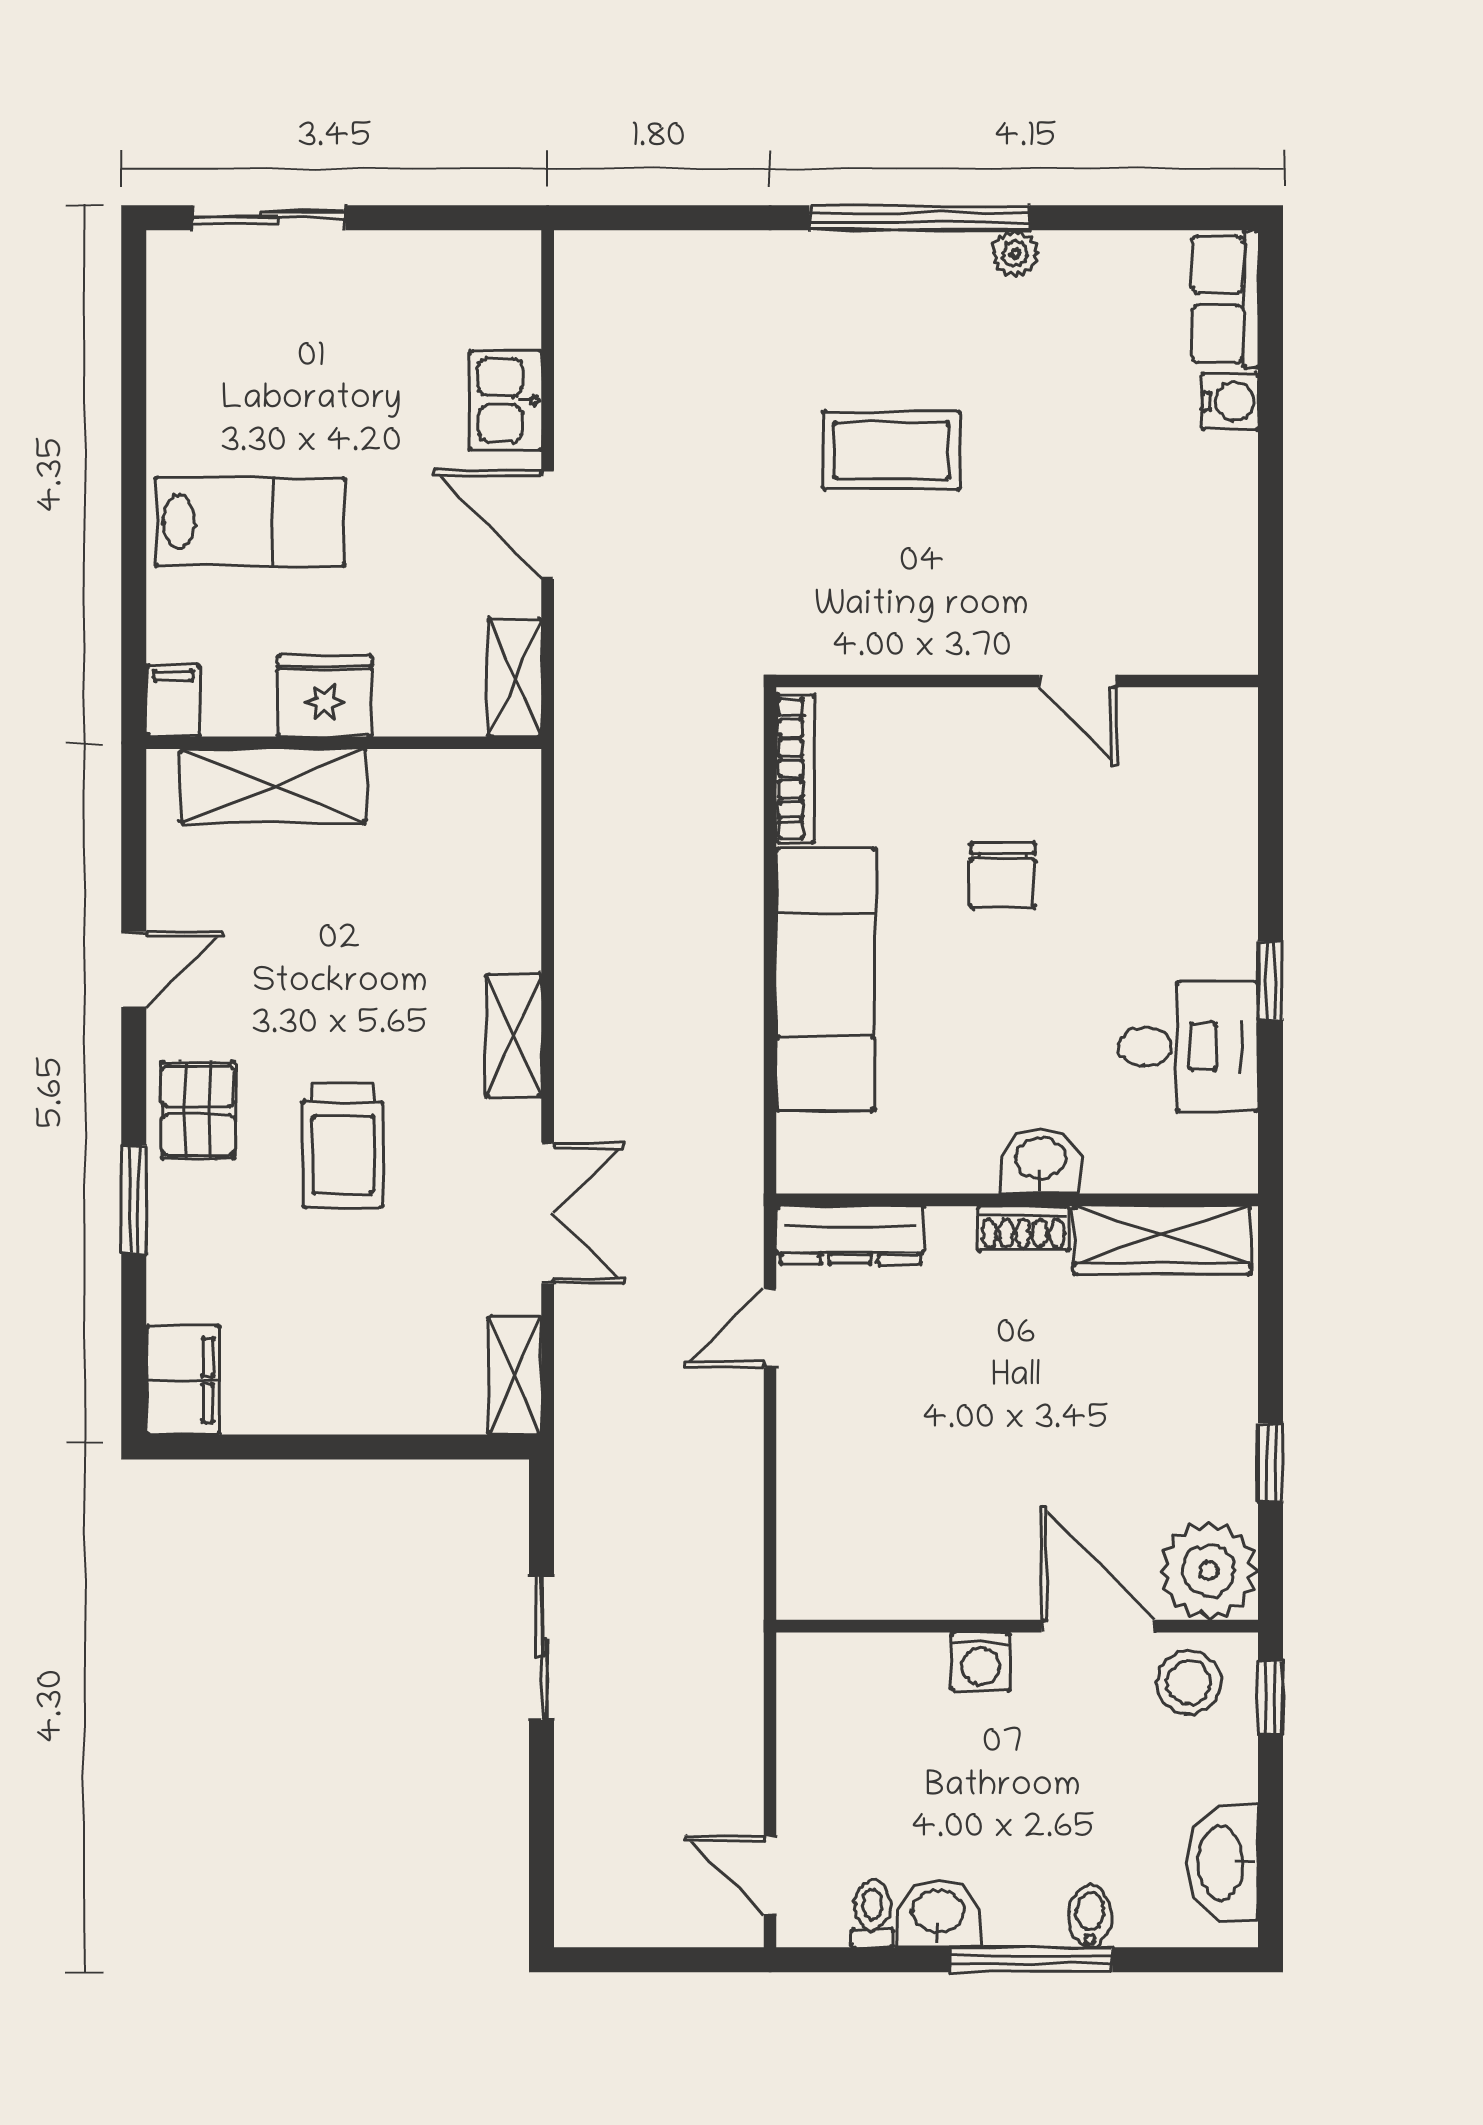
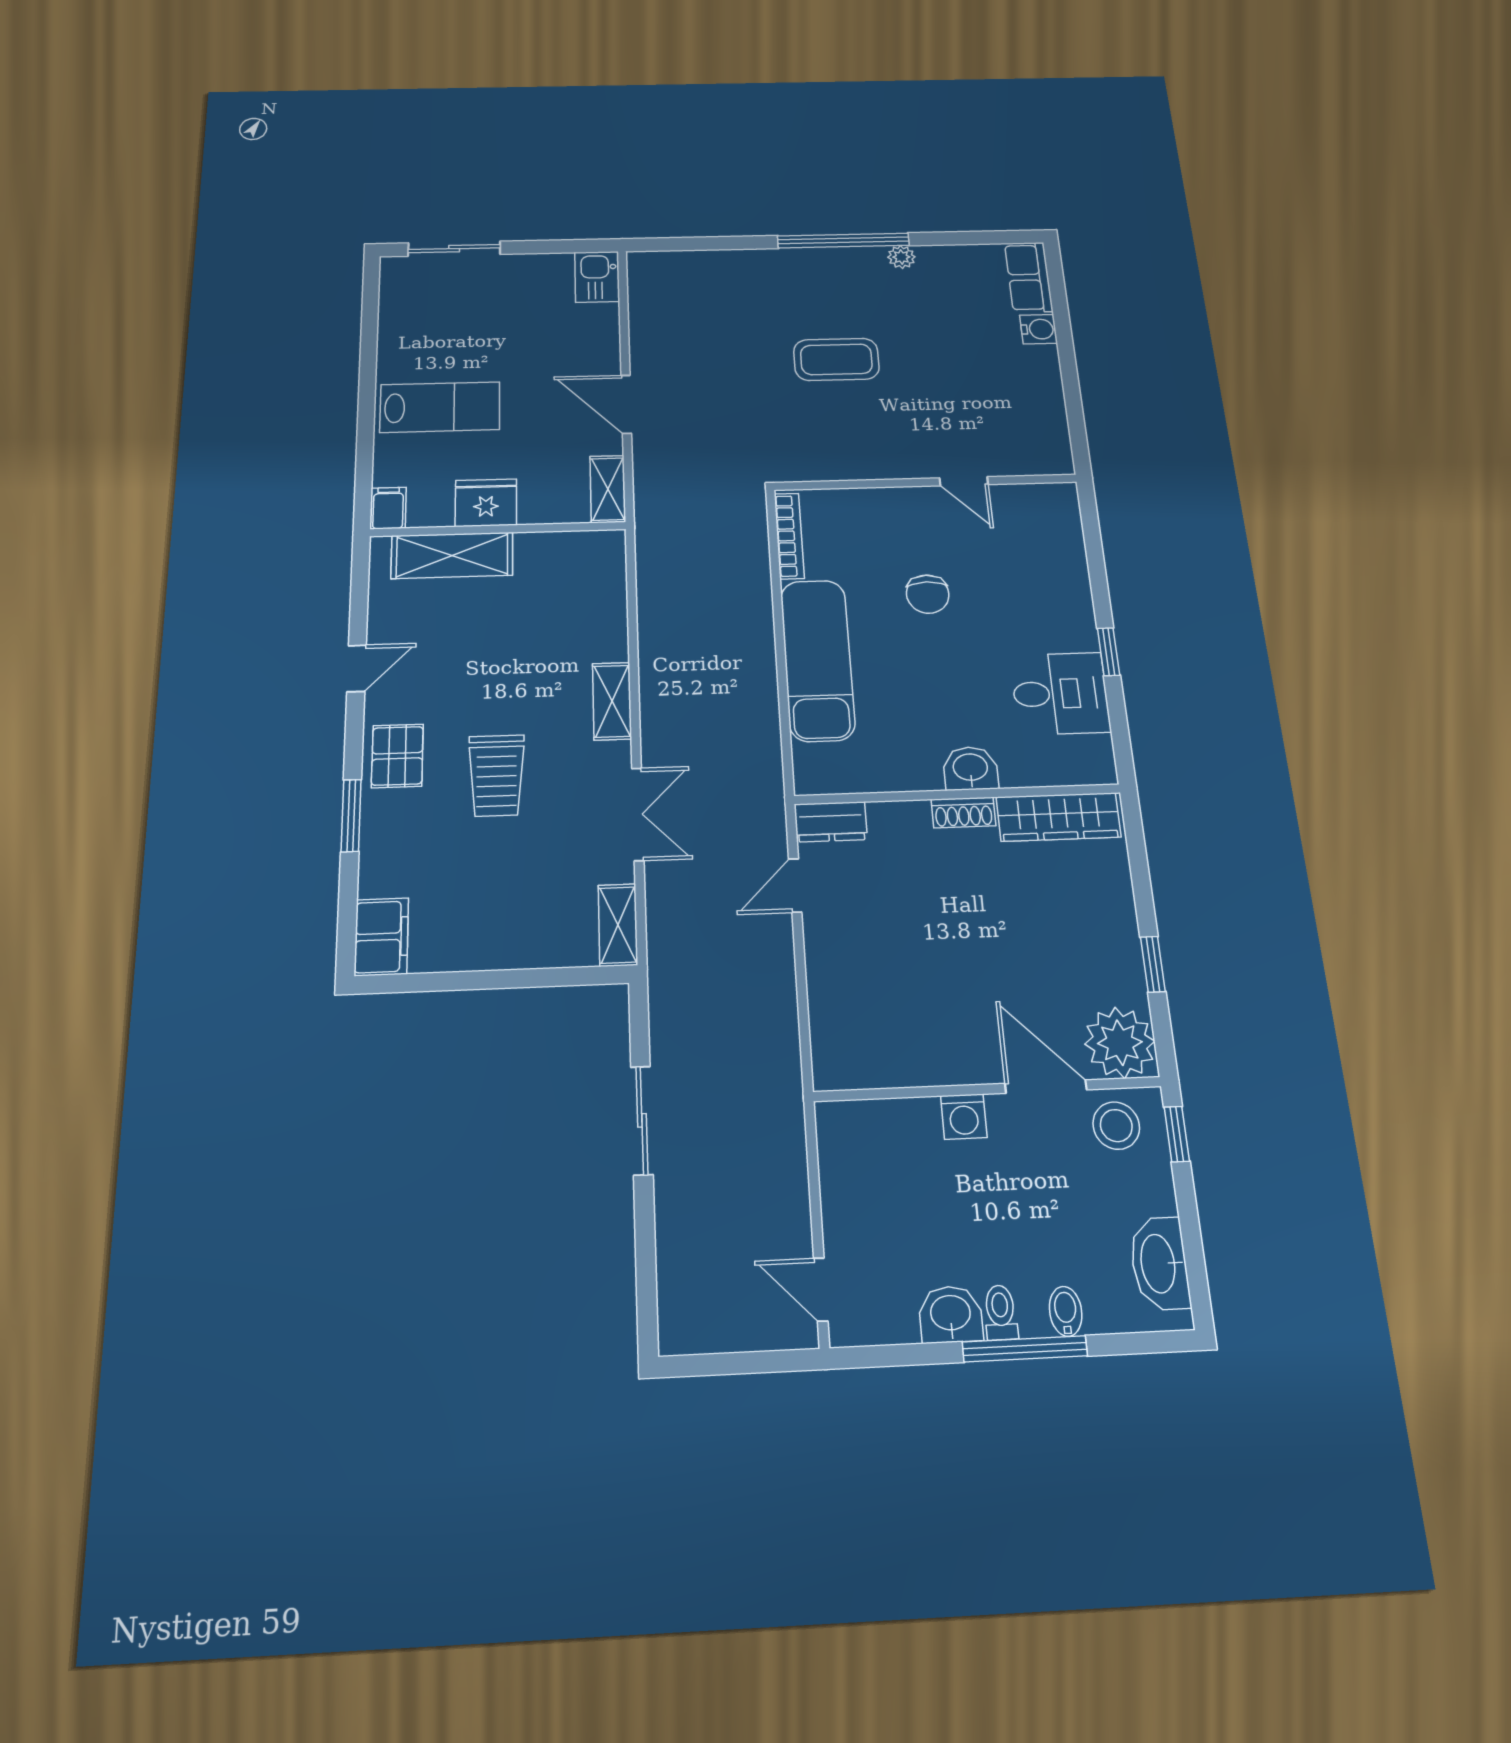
kitchen sink: (505, 400) -> (597, 277), moved
dresser: (850, 1235) -> (831, 822), width x0.70
toilet: (872, 1914) -> (1000, 1312), moved

